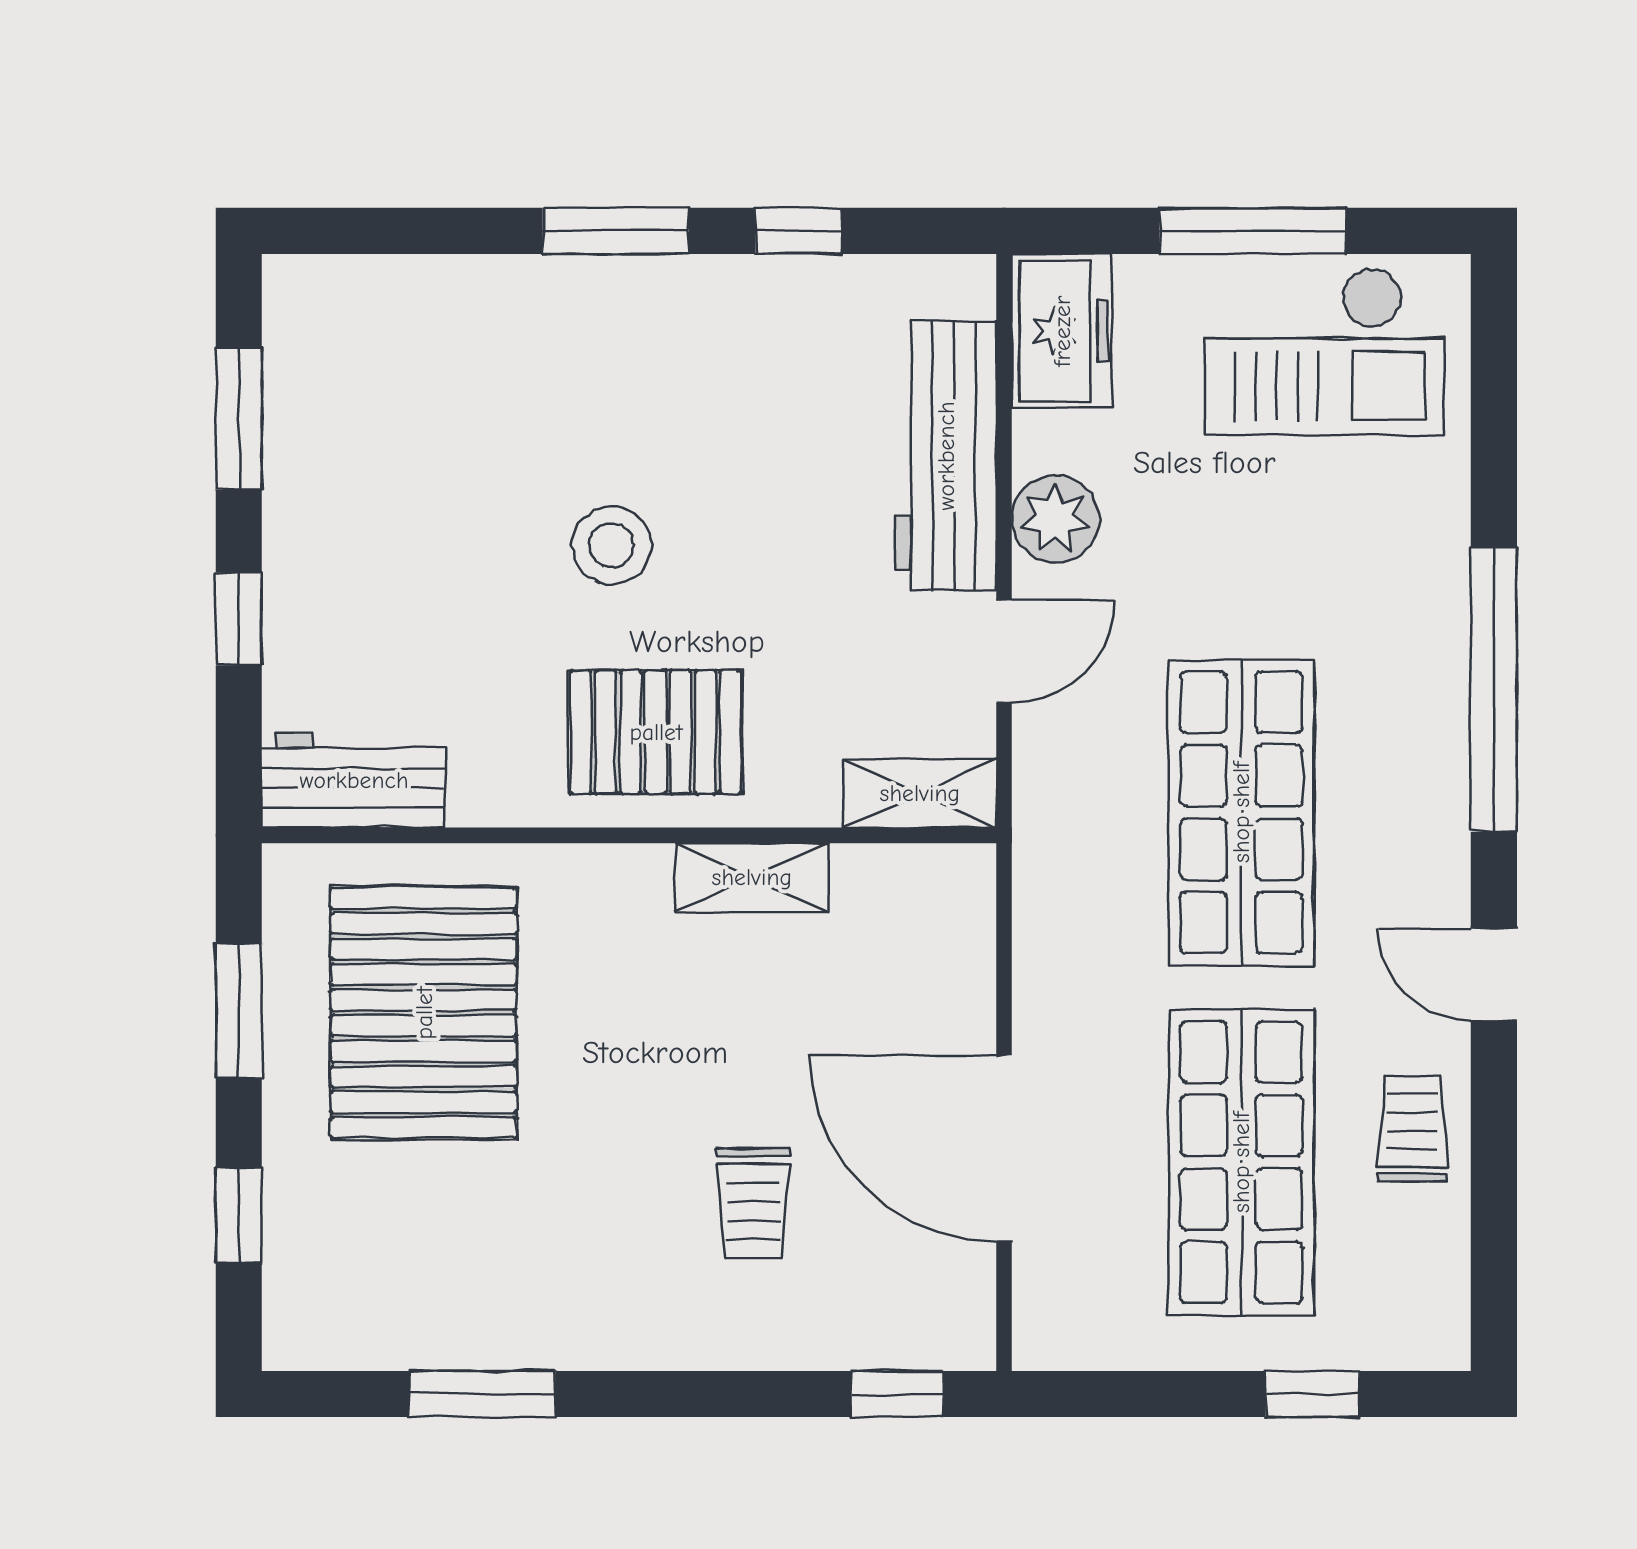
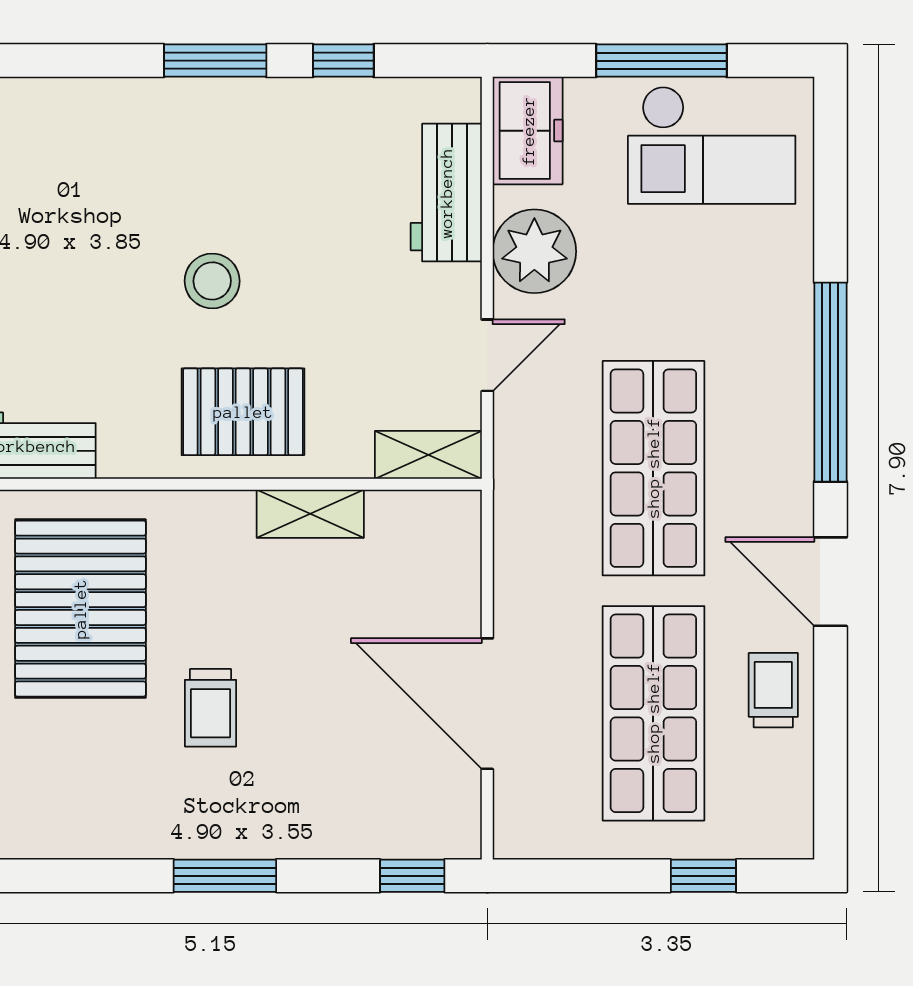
workbench: (946, 456) -> (446, 193), width x0.73
plant: (1055, 519) -> (534, 251), width x1.36, depth x1.36
door: (1494, 974) -> (830, 582), width x1.38
trolley: (753, 1203) -> (211, 708), moved
window: (482, 1394) -> (225, 876), moved

